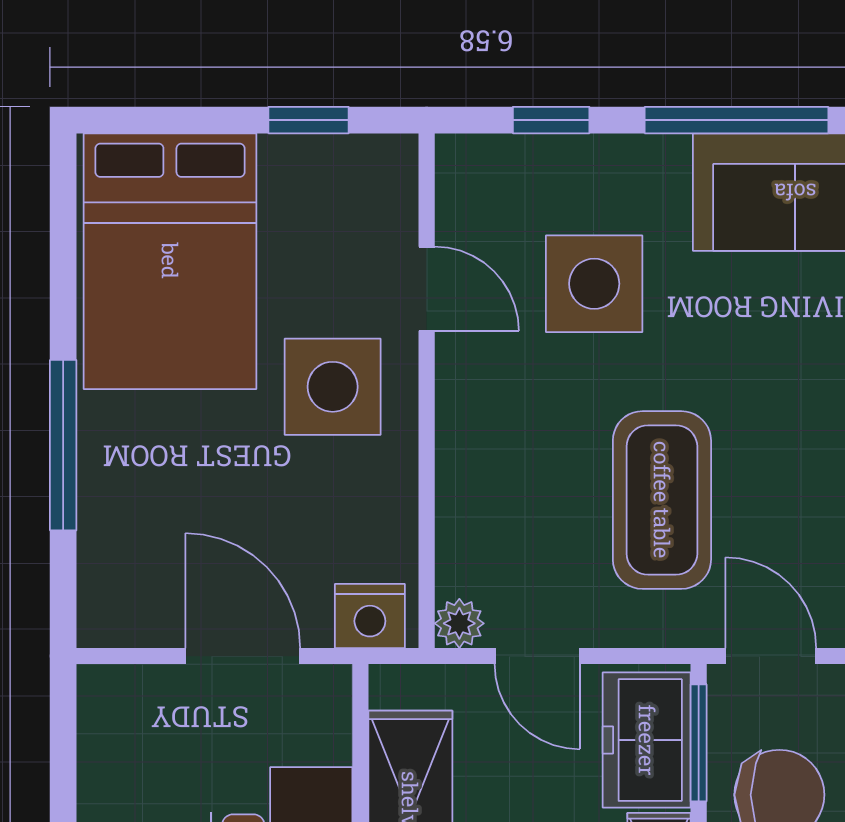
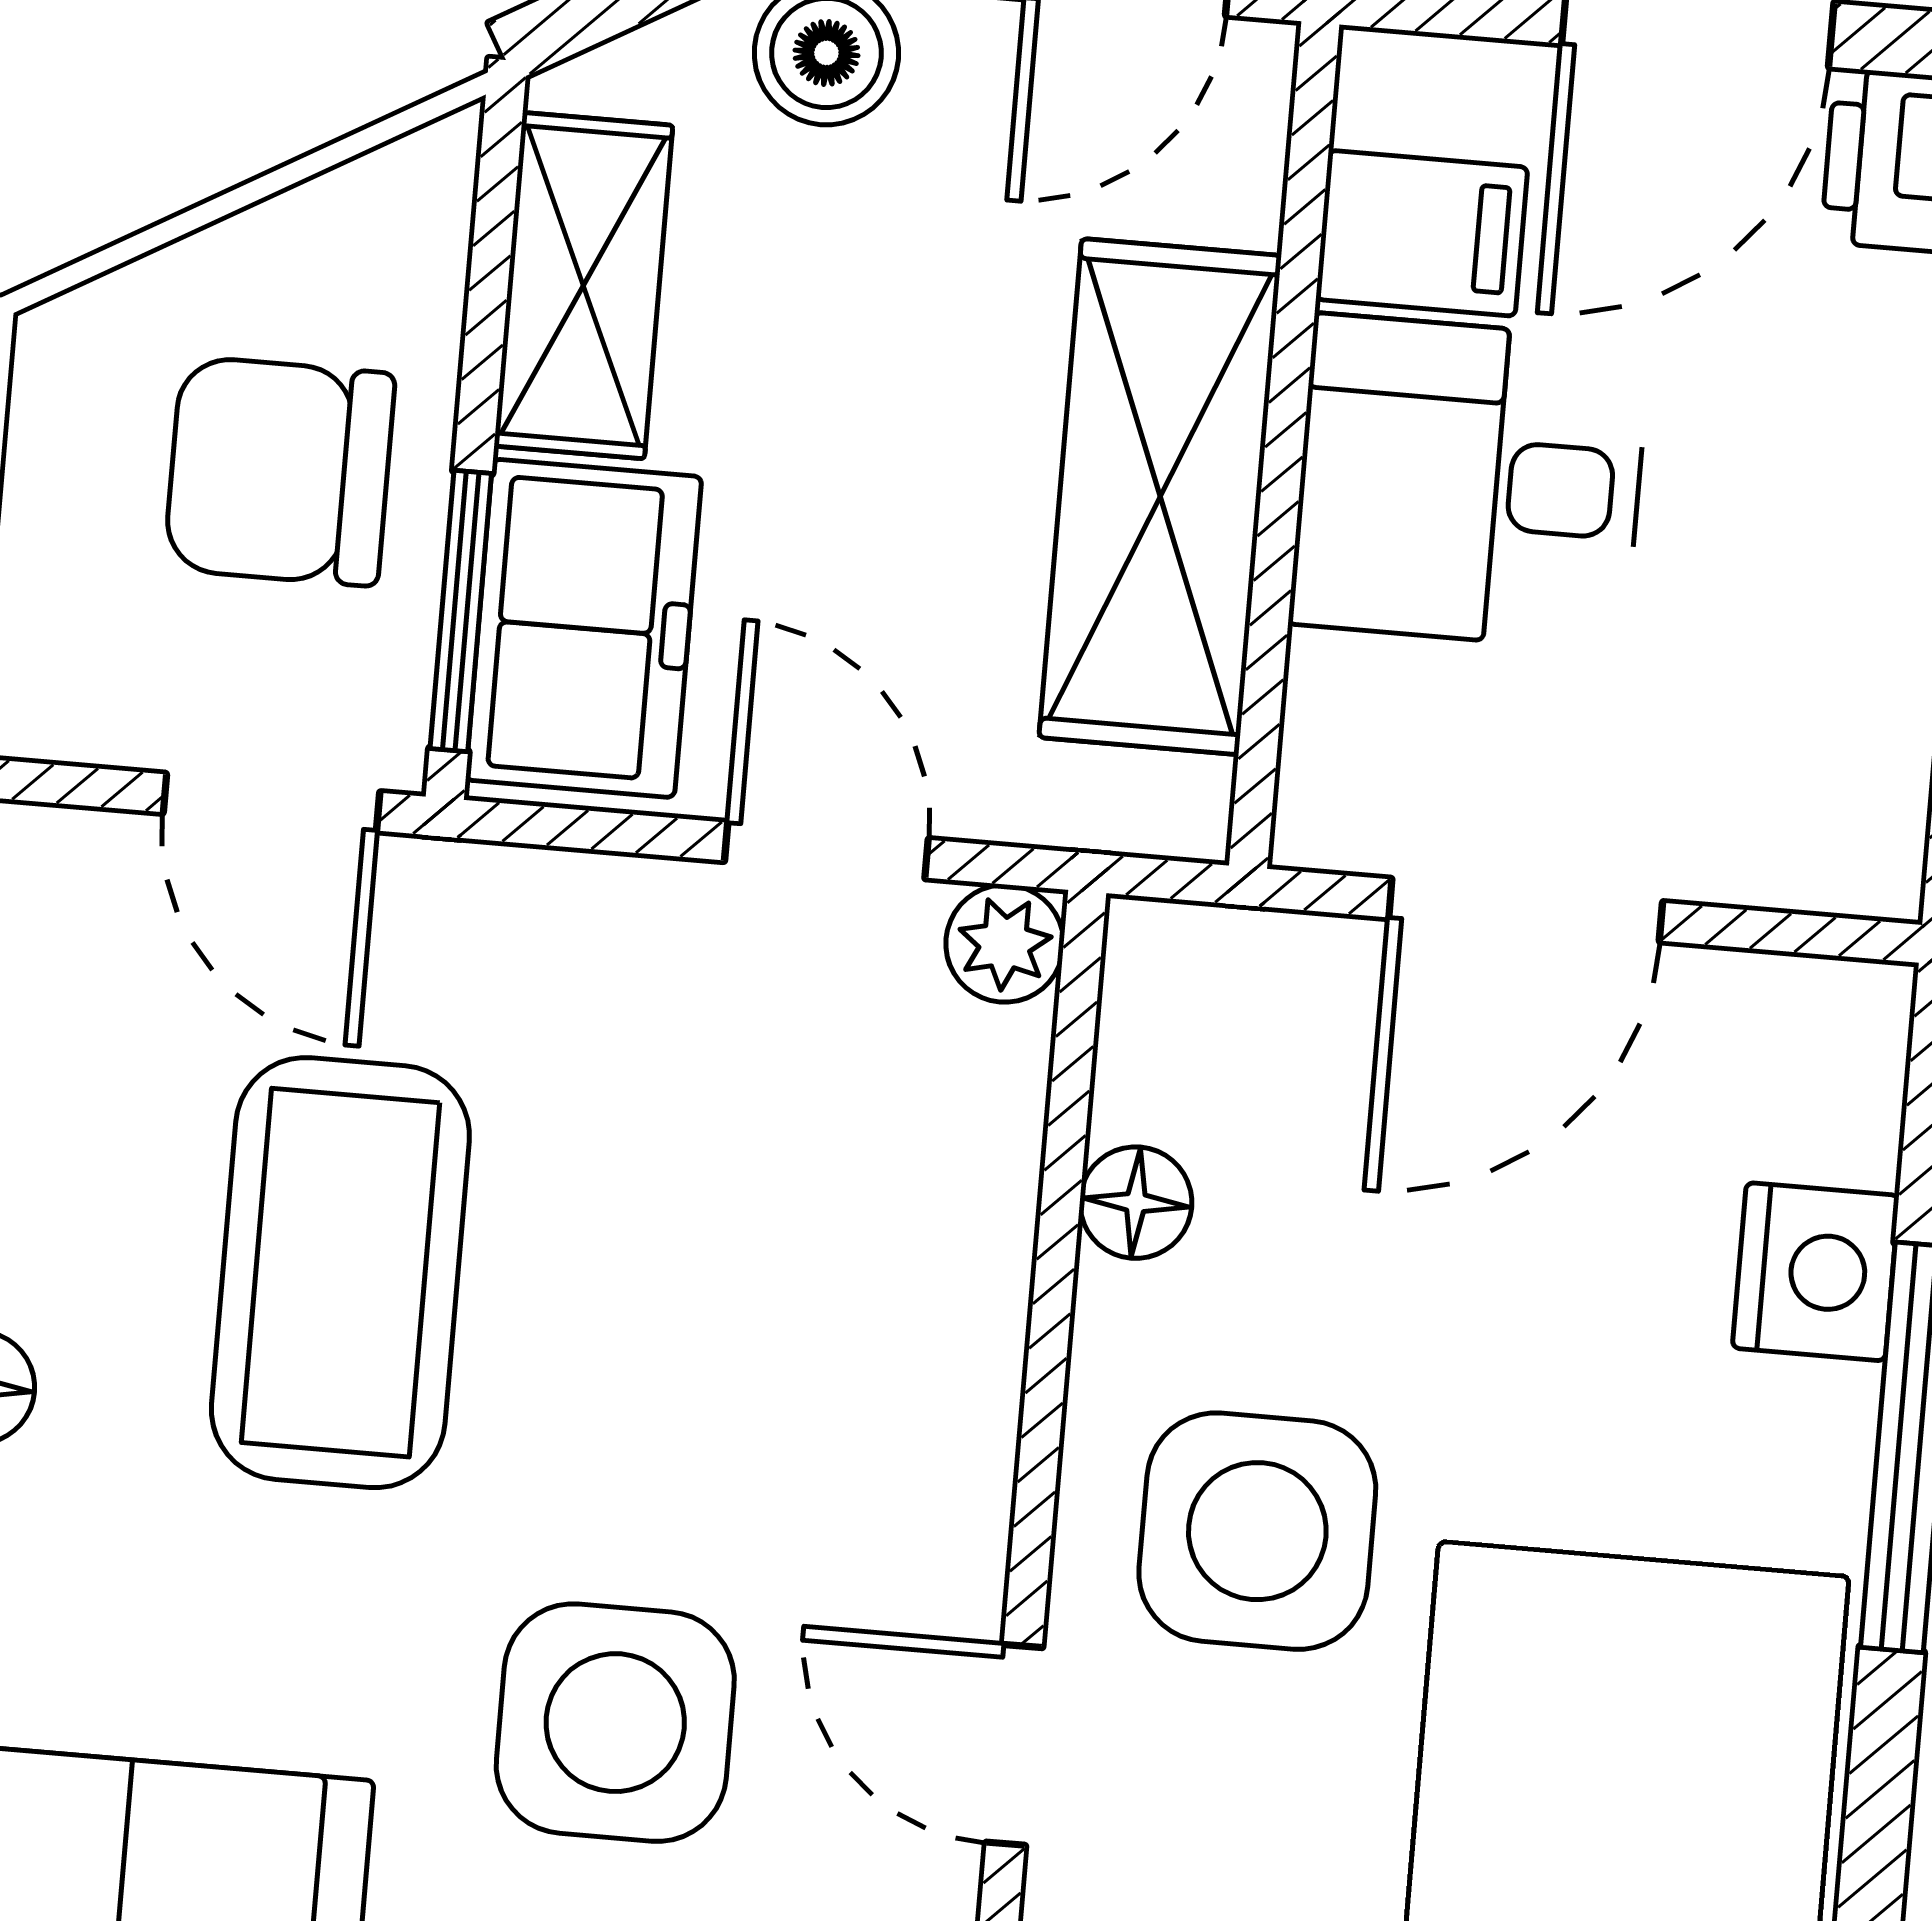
coffee table: (662, 500) -> (340, 1273), moved
floor lamp: (395, 520) -> (1136, 1203), added
nightstand: (370, 616) -> (1816, 1272), moved, turned 90
door: (243, 656) -> (1526, 910), hinge flipped

